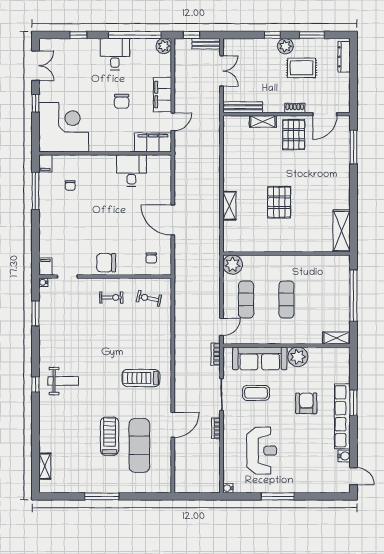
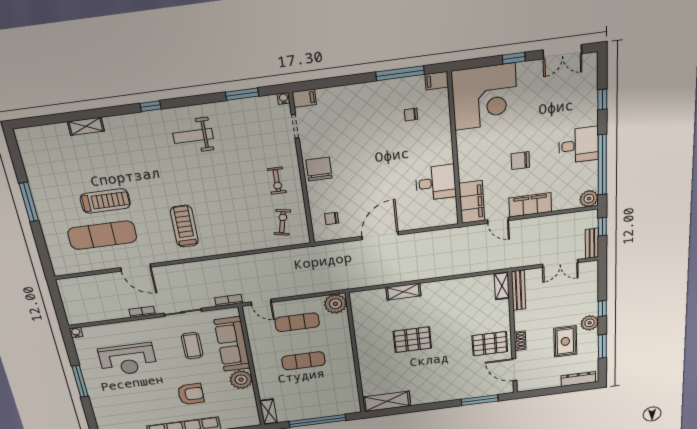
shelving: (263, 121) -> (502, 286), moved
weight bench: (63, 381) -> (193, 136), moved, turned 90
shelving: (45, 466) -> (86, 126), moved

